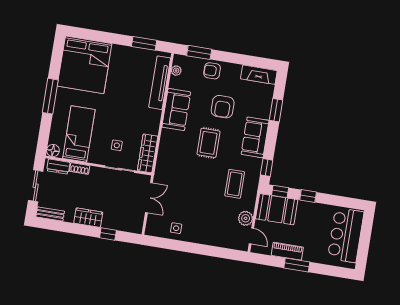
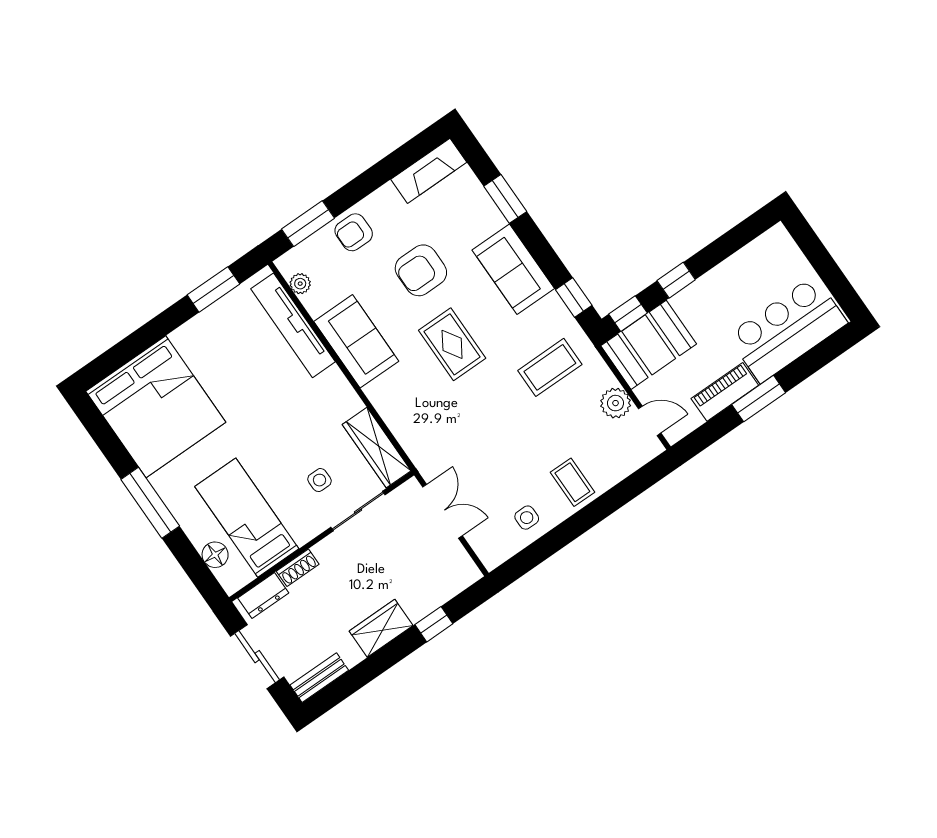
armchair: (223, 107) -> (421, 270), turned 90
floor lamp: (53, 151) -> (215, 555), moved
coffee table: (235, 184) -> (550, 367), turned 90
coffee table: (204, 231) -> (572, 482), added
bar counter: (346, 235) -> (787, 329), moved, turned 90

